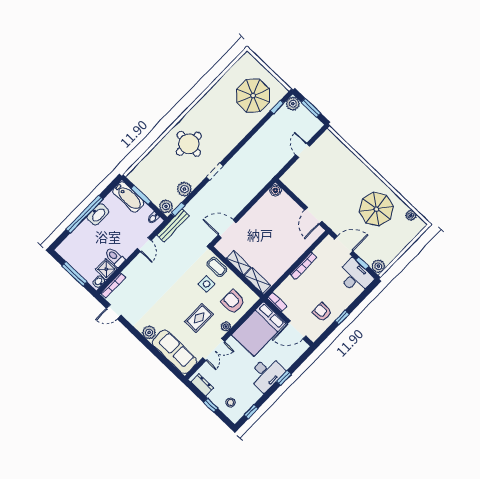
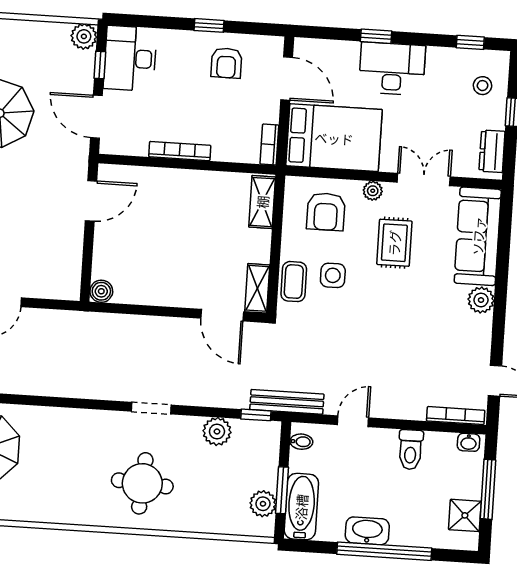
plant: (166, 206) -> (263, 504), moved
shelving: (238, 263) -> (257, 288), moved
shower: (106, 269) -> (465, 515), moved
rug: (199, 318) -> (394, 243), turned 90

